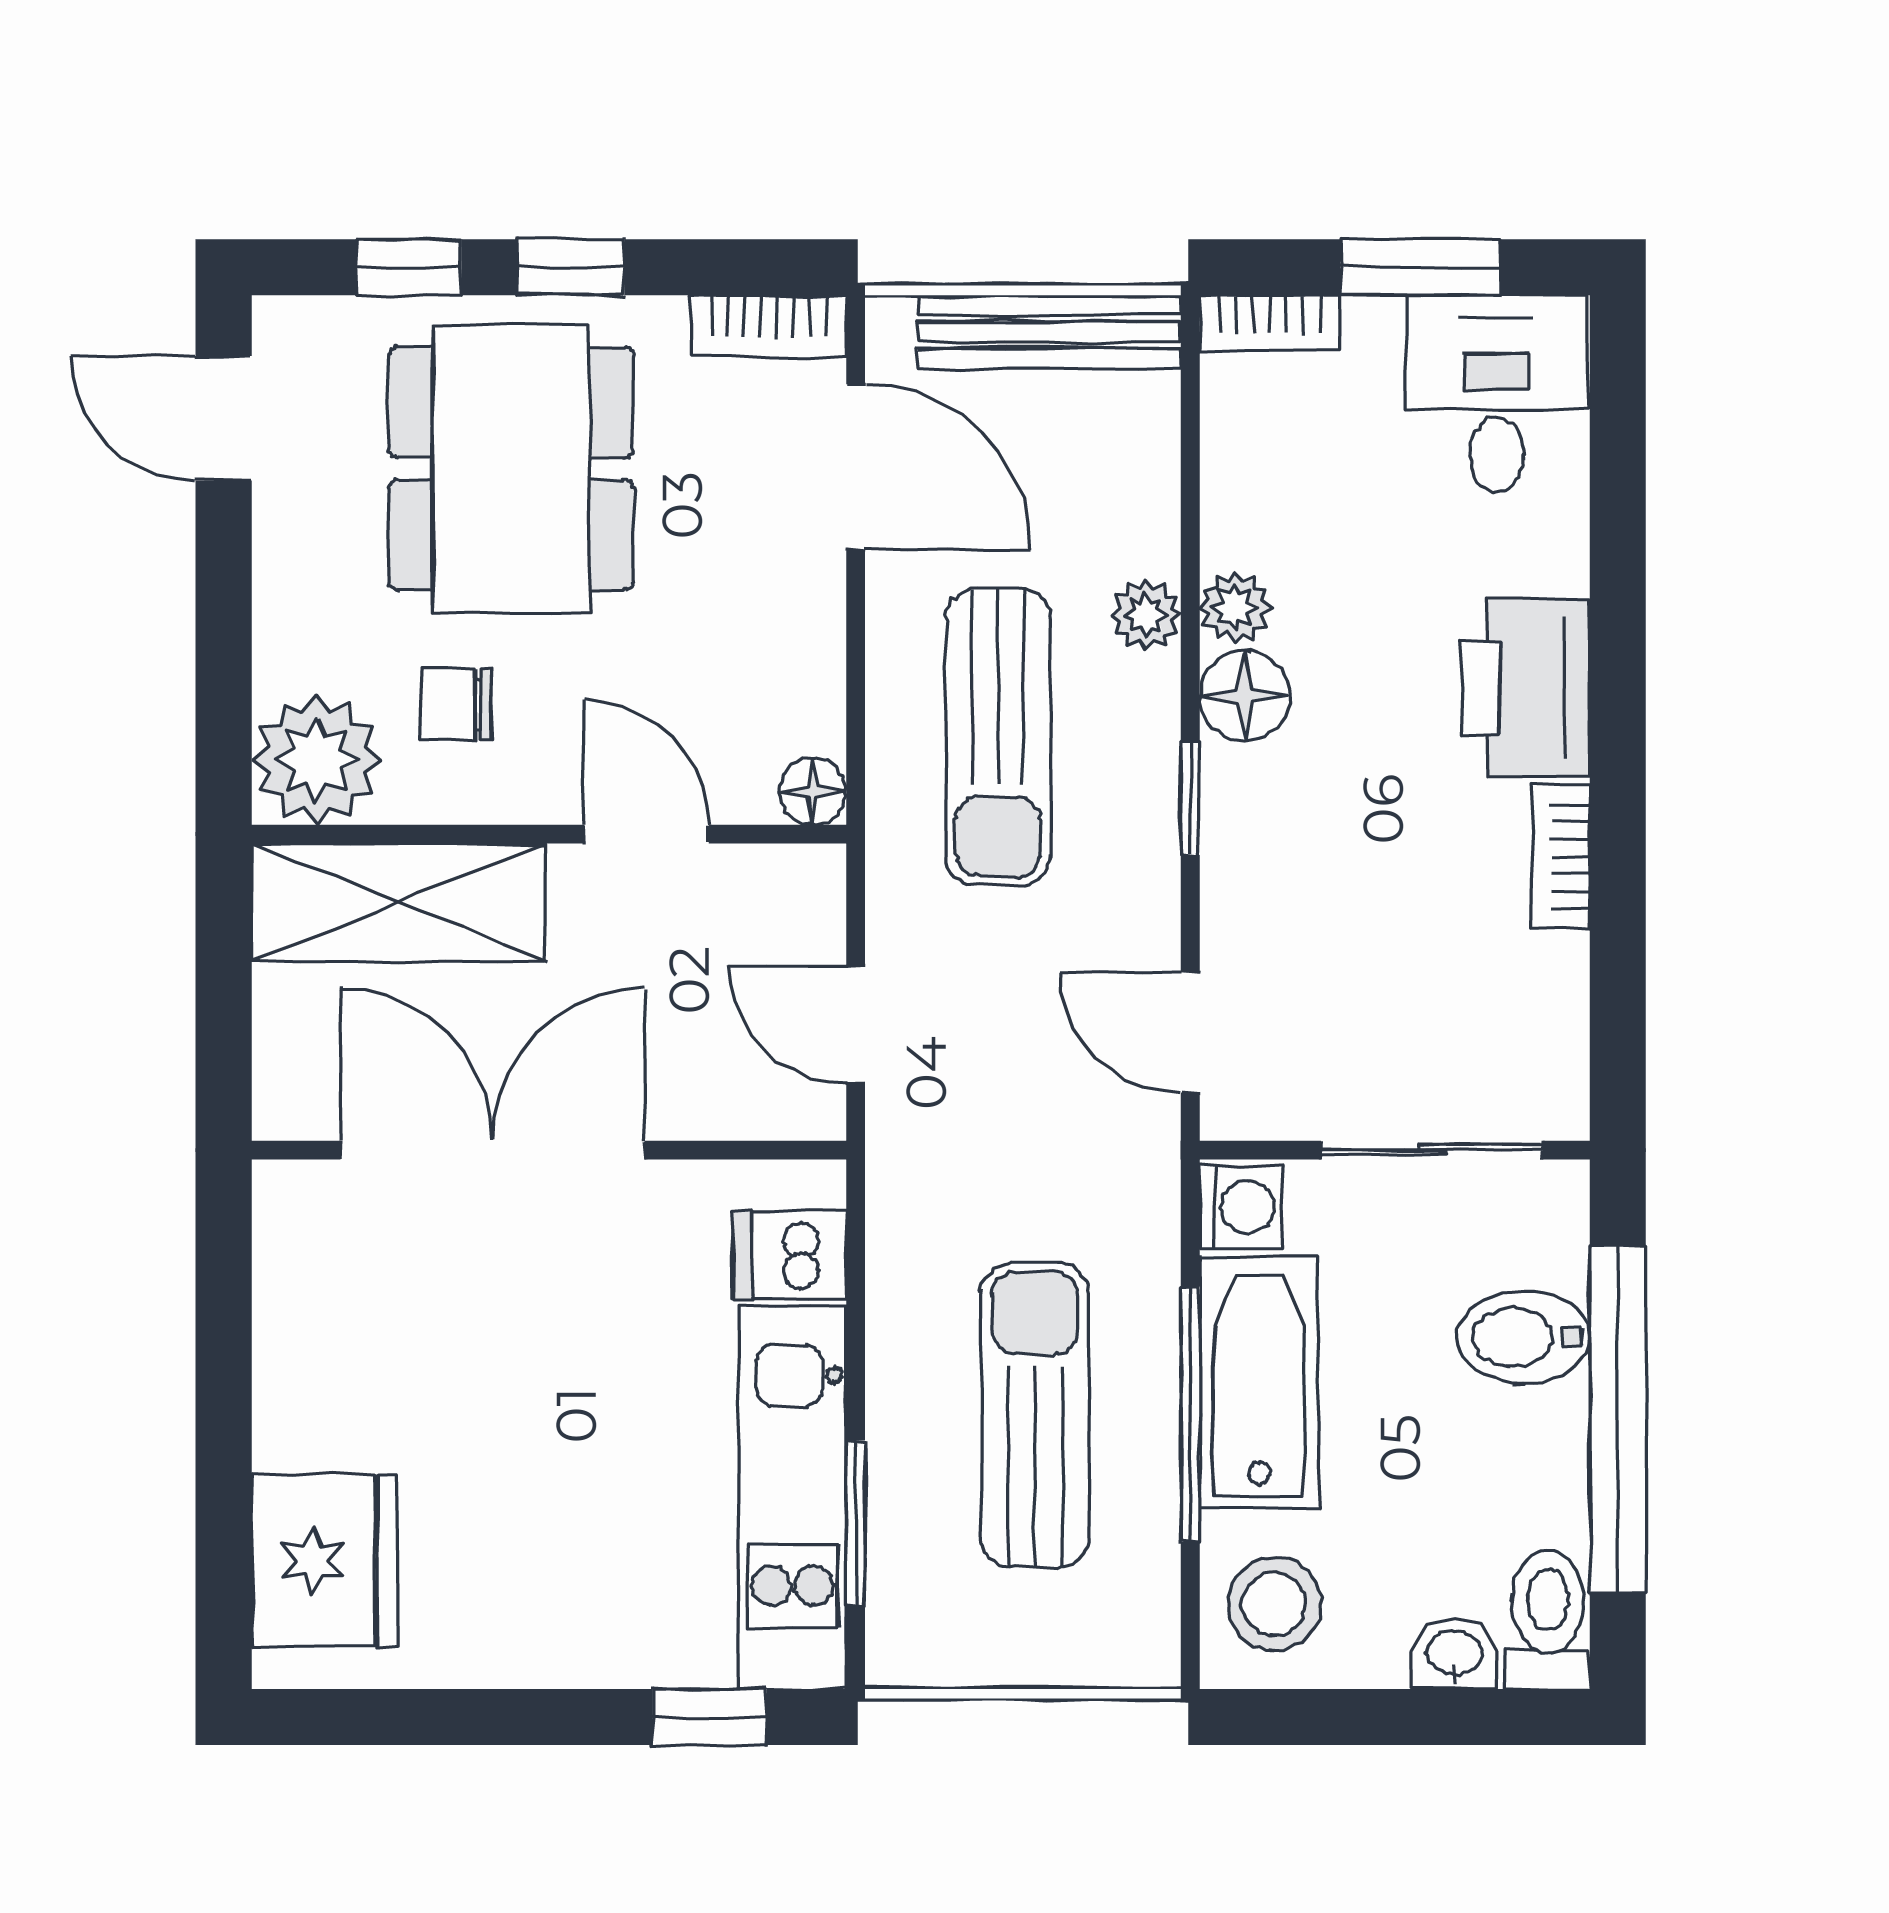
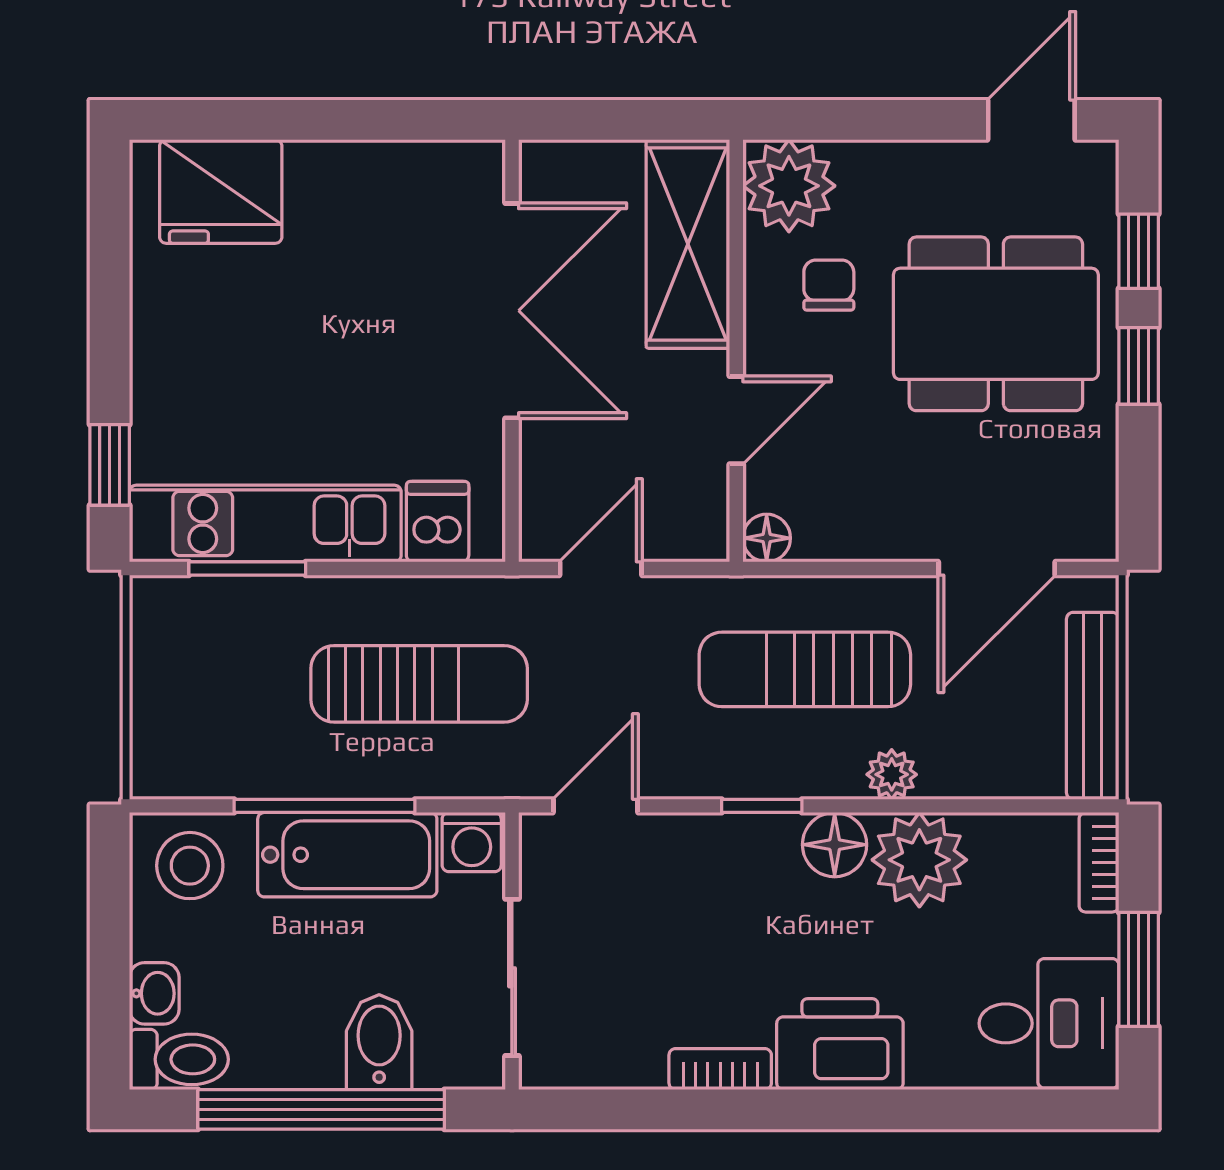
bookcase: (769, 326) -> (1097, 507), removed
plant: (1235, 607) -> (919, 860), width x1.87, depth x1.87
sun lounger: (1035, 1415) -> (419, 684), moved

